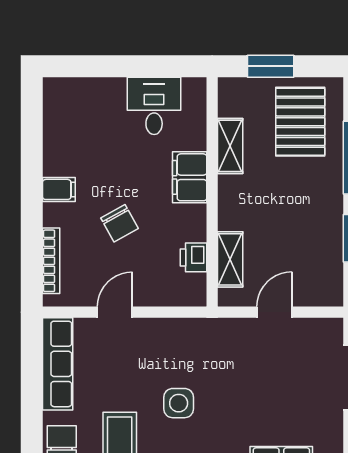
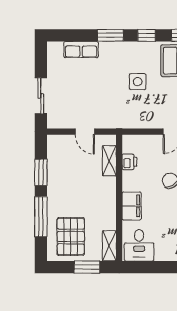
desk: (154, 106) -> (139, 245), moved
shelving: (230, 146) -> (109, 246), moved
door: (274, 312) -> (85, 132), hinge flipped

